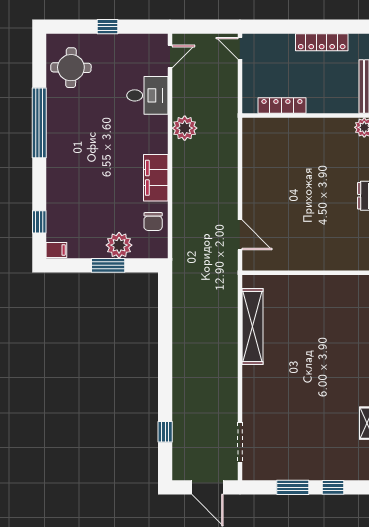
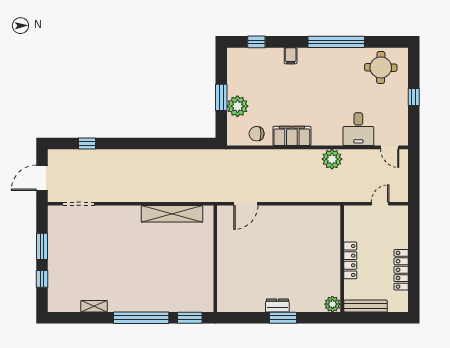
door: (240, 48) -> (380, 204), moved
locker: (282, 105) -> (350, 260), moved
filing cabinet: (56, 250) -> (291, 56), moved

